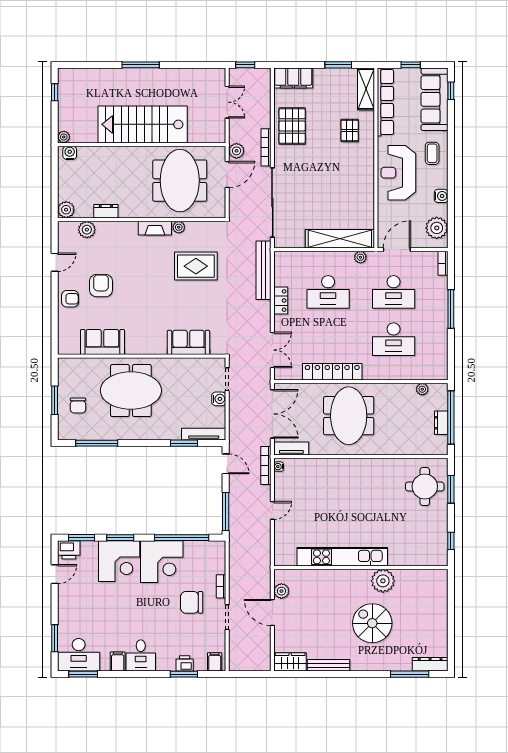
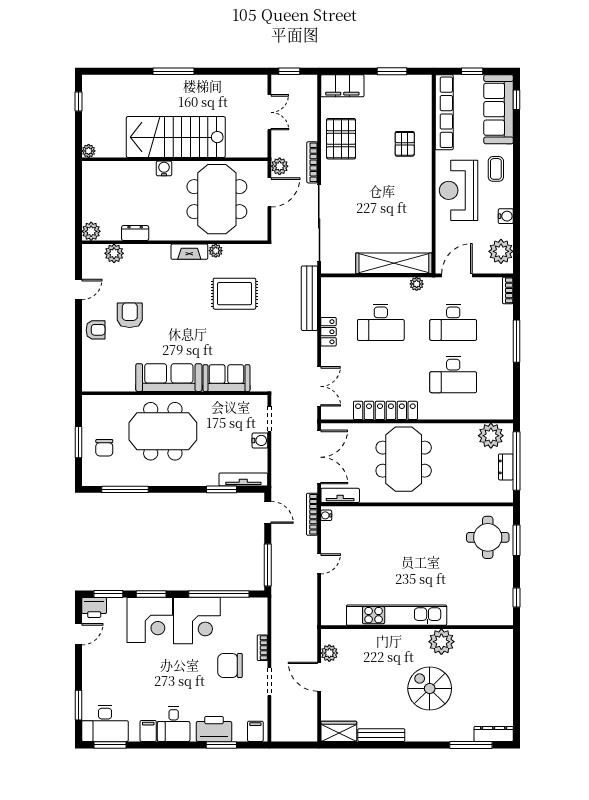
shelving: (366, 89) -> (423, 98), removed
water cooler: (70, 153) -> (164, 168), moved
sofa: (102, 342) -> (169, 378), moved, width x1.36
plant: (422, 389) -> (491, 436), width x1.87, depth x1.87
printer: (185, 663) -> (214, 729), width x1.87, depth x1.48

